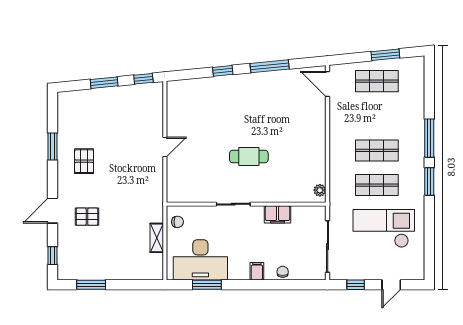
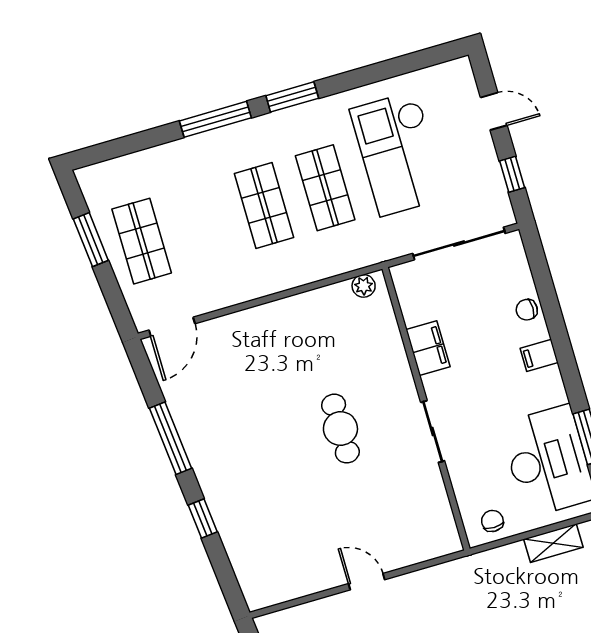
shelving: (157, 238) -> (553, 543), moved

